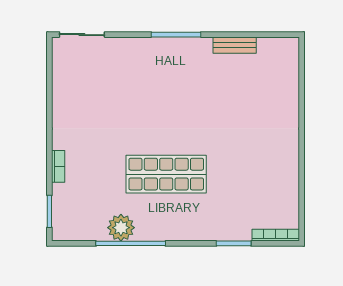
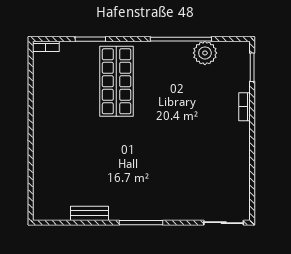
shop shelf: (166, 174) -> (116, 81), moved, turned 90
plant: (121, 228) -> (205, 53), moved
bookcase: (276, 235) -> (46, 46), width x0.64

